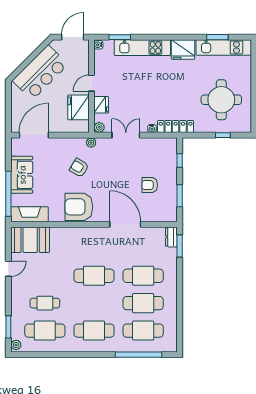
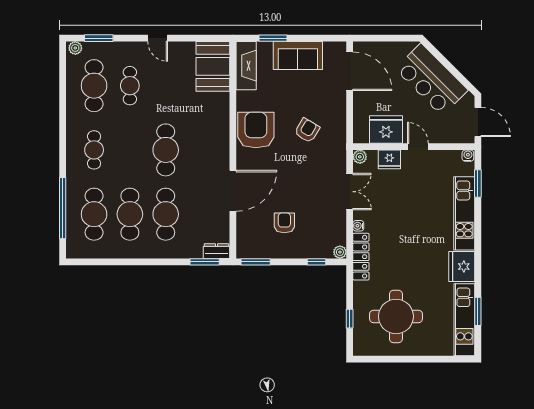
plant: (91, 143) -> (340, 252), moved
window: (8, 194) -> (273, 38), width x0.47
window: (180, 196) -> (256, 262), moved
door: (8, 269) -> (158, 38), moved
cafe table: (94, 331) -> (94, 150), width x0.73, depth x0.74

